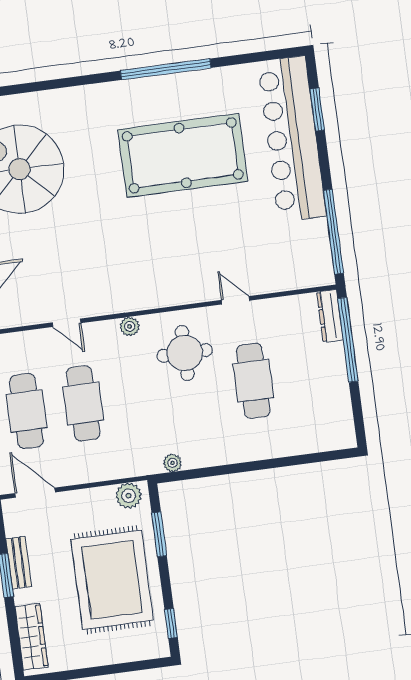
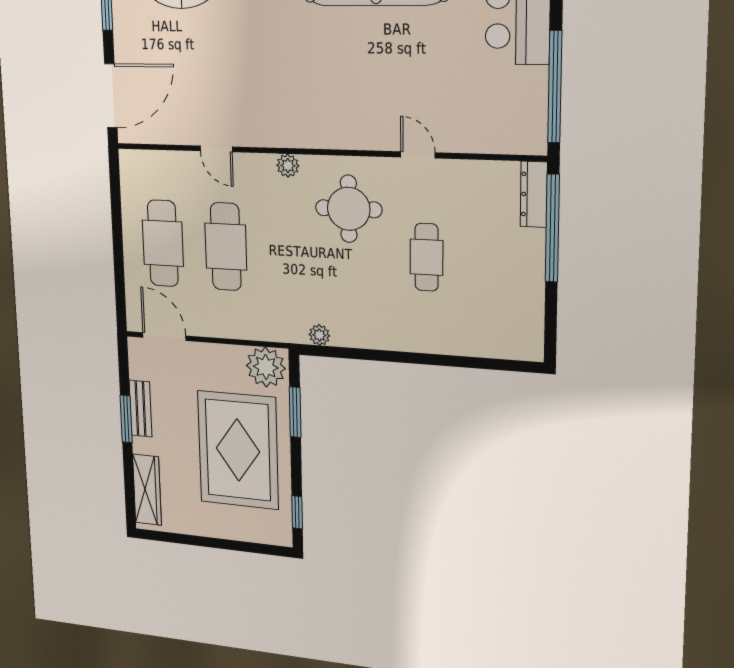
cafe table: (253, 381) -> (427, 257), width x0.73, depth x0.74
plant: (129, 496) -> (266, 367), width x1.36, depth x1.36

